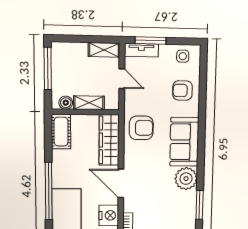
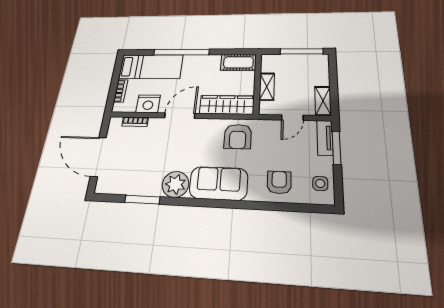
boiler: (66, 103) -> (267, 66), removed

